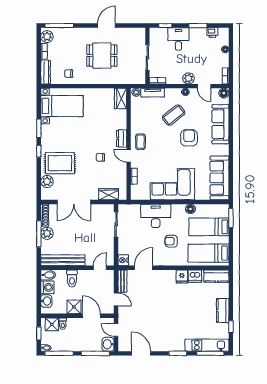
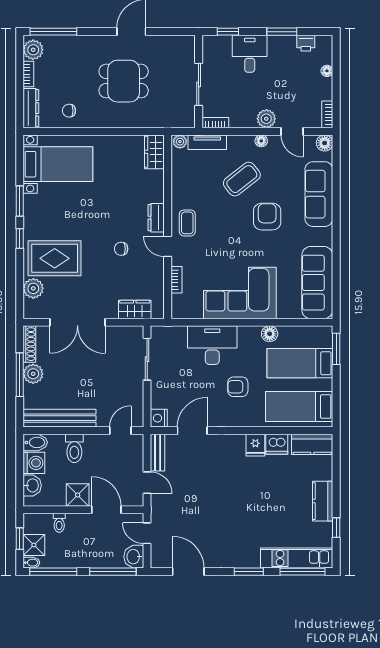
shower: (52, 324) -> (34, 545), moved

